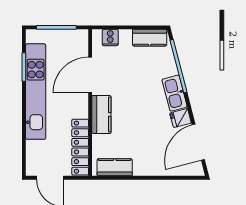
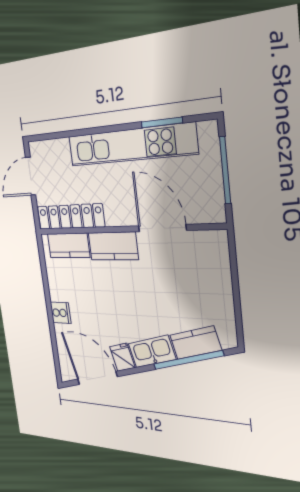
cooker: (110, 38) -> (61, 313), moved, turned 180
kitchen counter: (150, 38) -> (195, 343), moved, turned 75
kitchen counter: (115, 167) -> (69, 246), moved, turned 90

